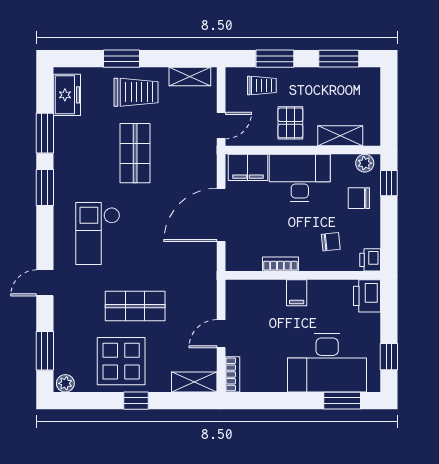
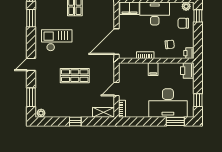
door: (221, 215) -> (117, 41), moved
checkout: (98, 233) -> (57, 40), turned 90
display table: (121, 361) -> (68, 102), removed

